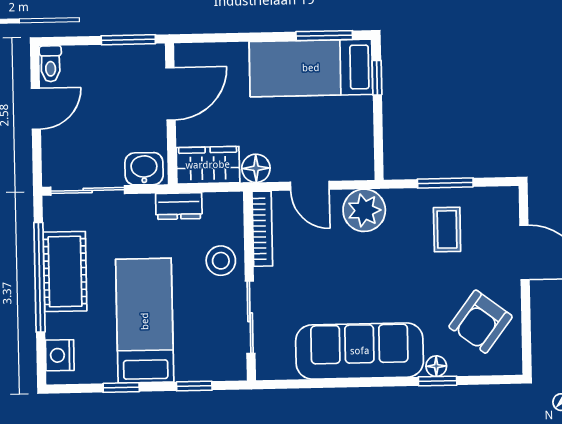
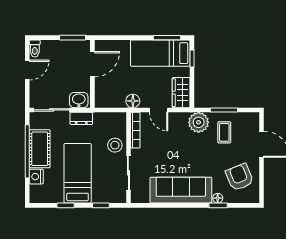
wardrobe: (208, 165) -> (181, 93), moved, turned -90
dresser: (179, 206) -> (81, 118), moved
plant: (364, 210) -> (199, 122), moved
armchair: (481, 322) -> (240, 177), turned 121
nightstand: (60, 355) -> (36, 177), moved

